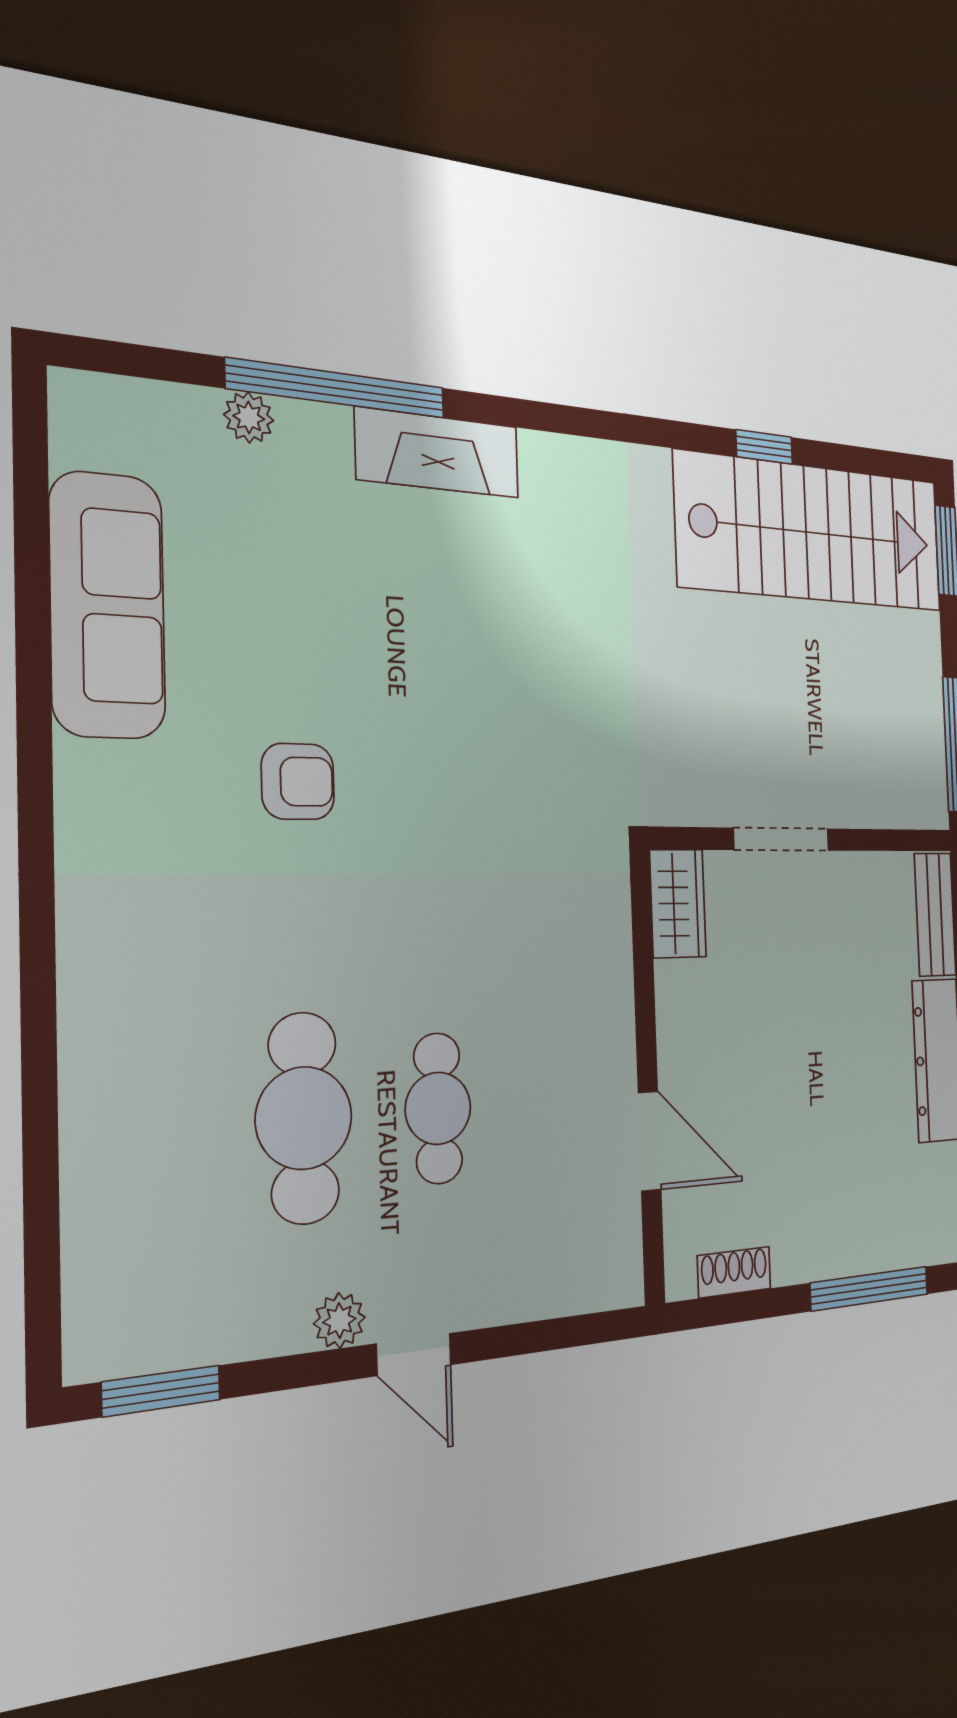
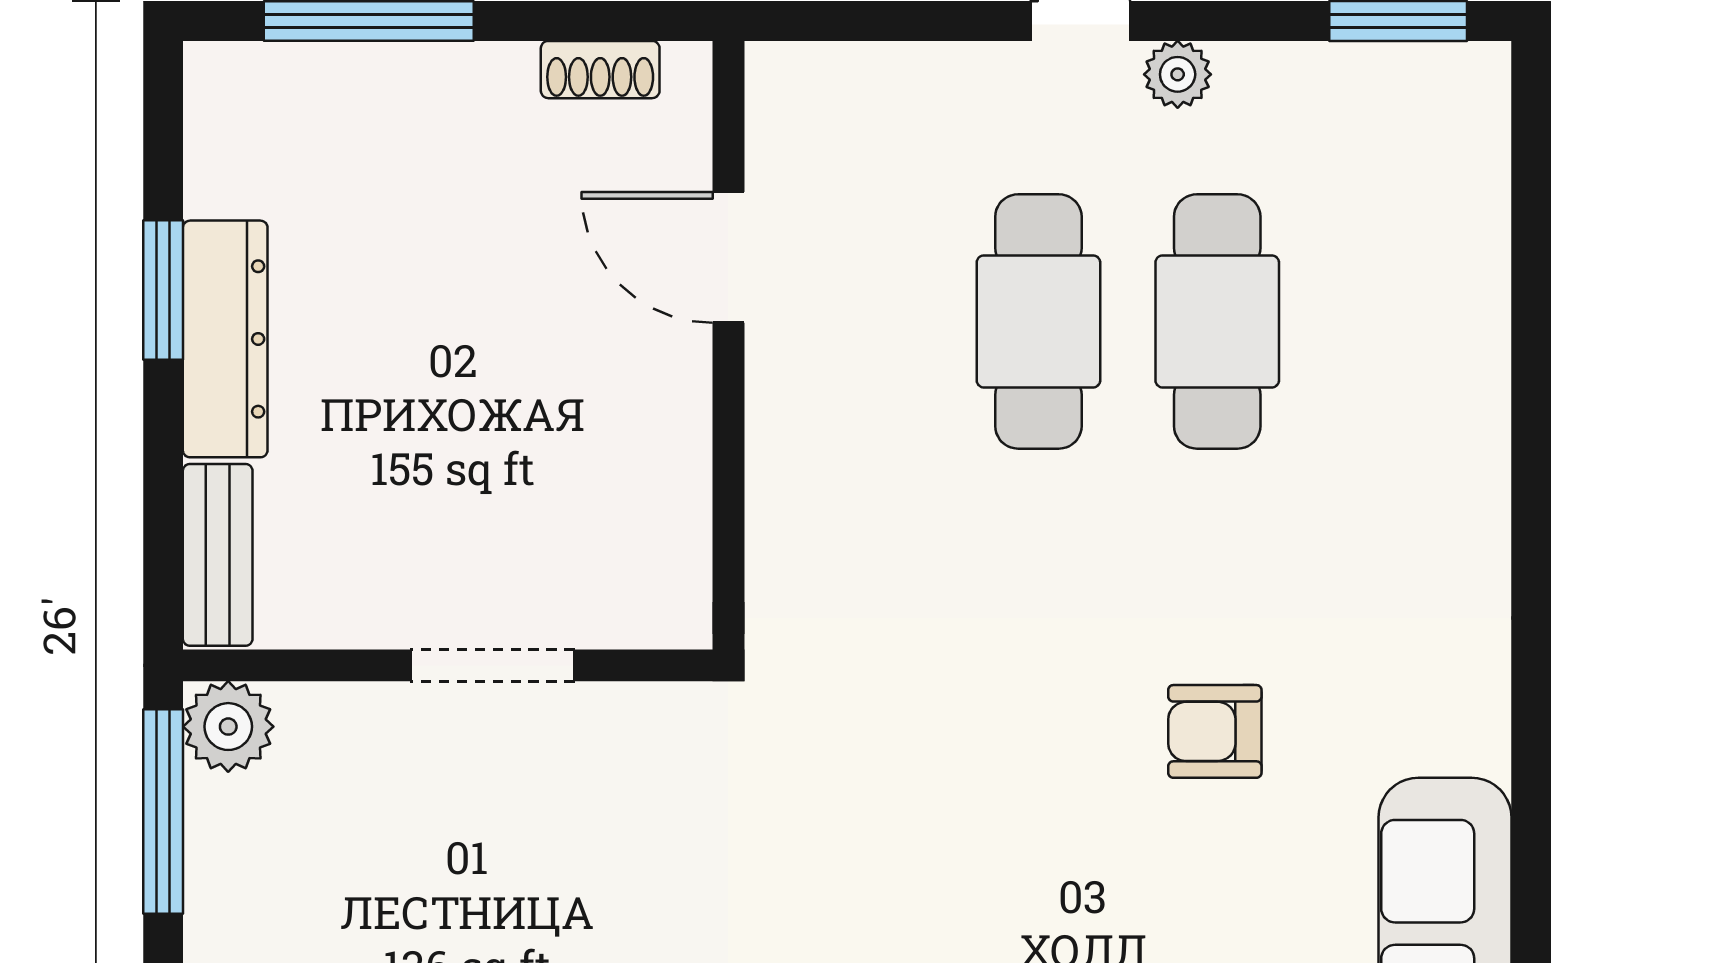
plant: (925, 800) -> (228, 727), added
wardrobe: (678, 903) -> (670, 576), removed
cafe table: (438, 1108) -> (1038, 321), width x1.37, depth x1.35

